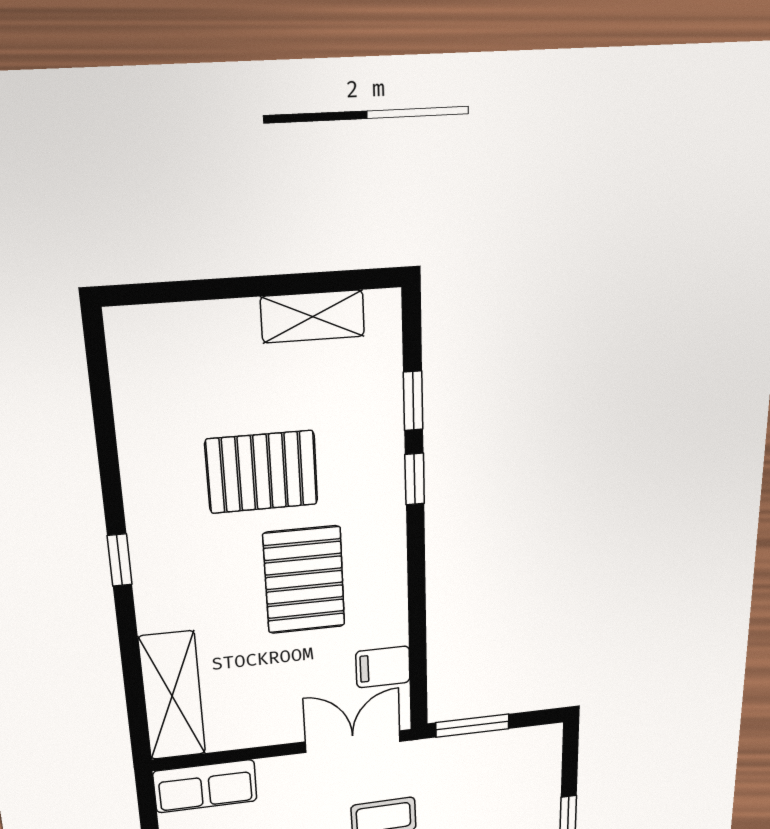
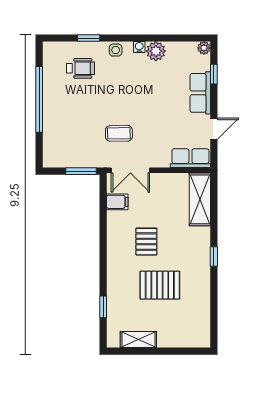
window: (415, 479) -> (103, 277), removed
pallet: (304, 580) -> (146, 242), width x0.67, depth x0.71

